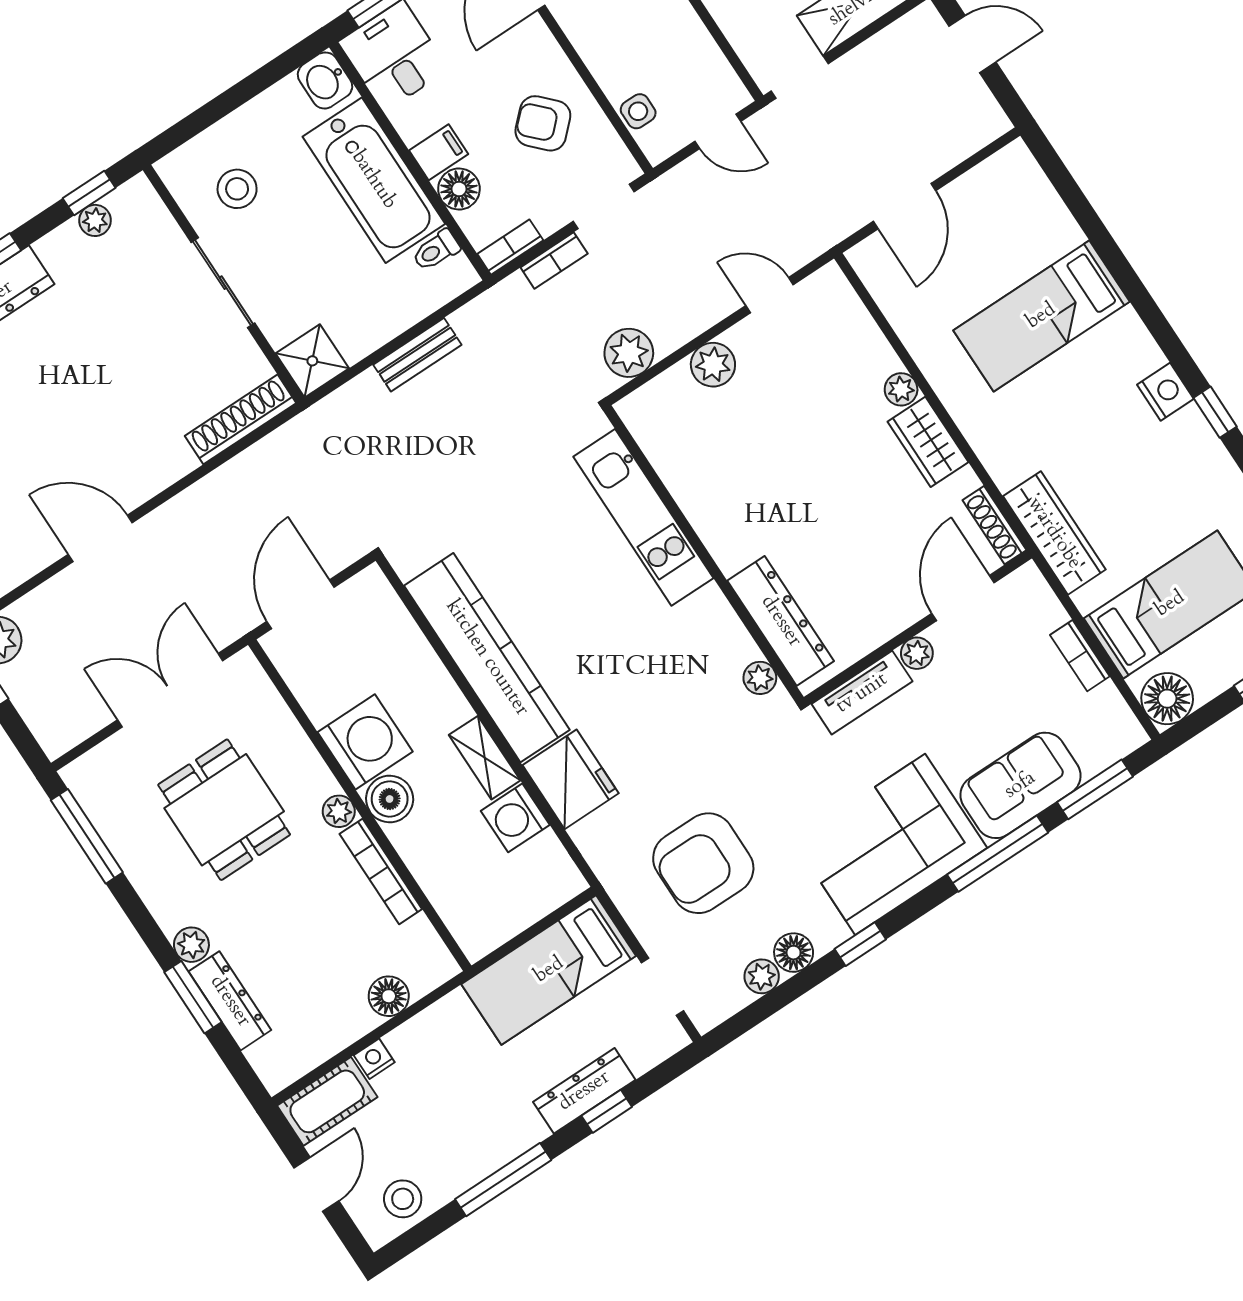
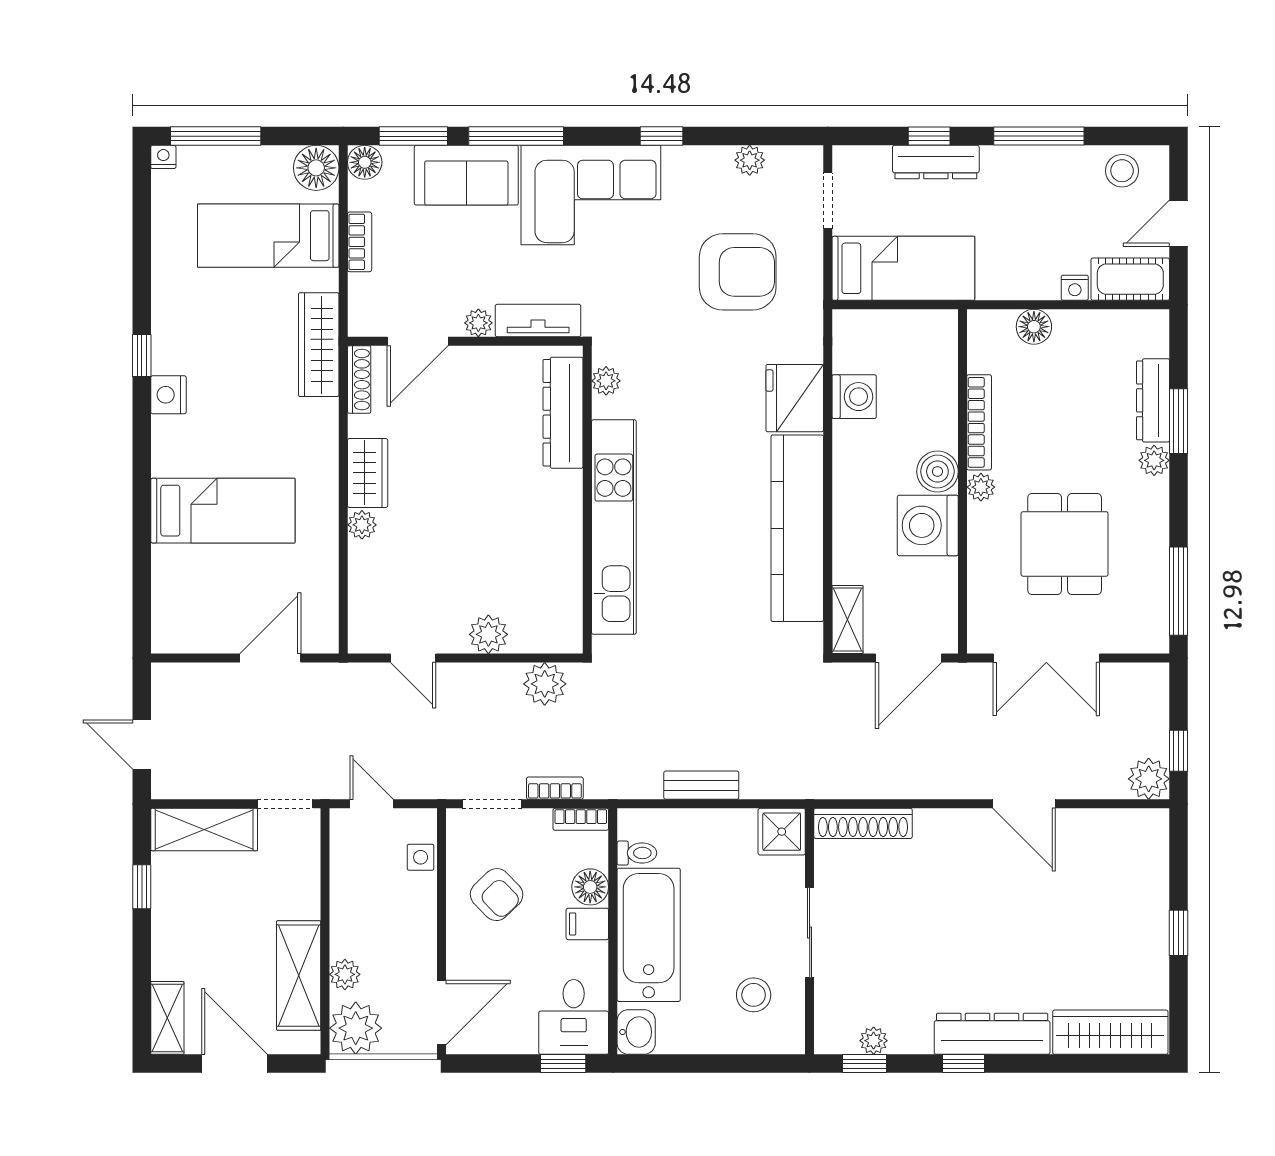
kitchen unit: (643, 517) -> (614, 527), width x1.36
shelving: (485, 758) -> (847, 620), moved
floor lamp: (794, 953) -> (365, 162), moved

